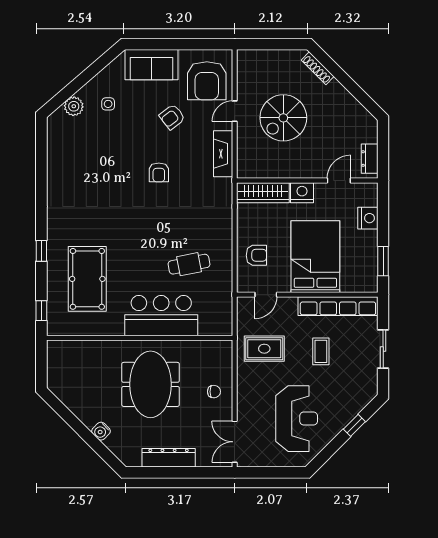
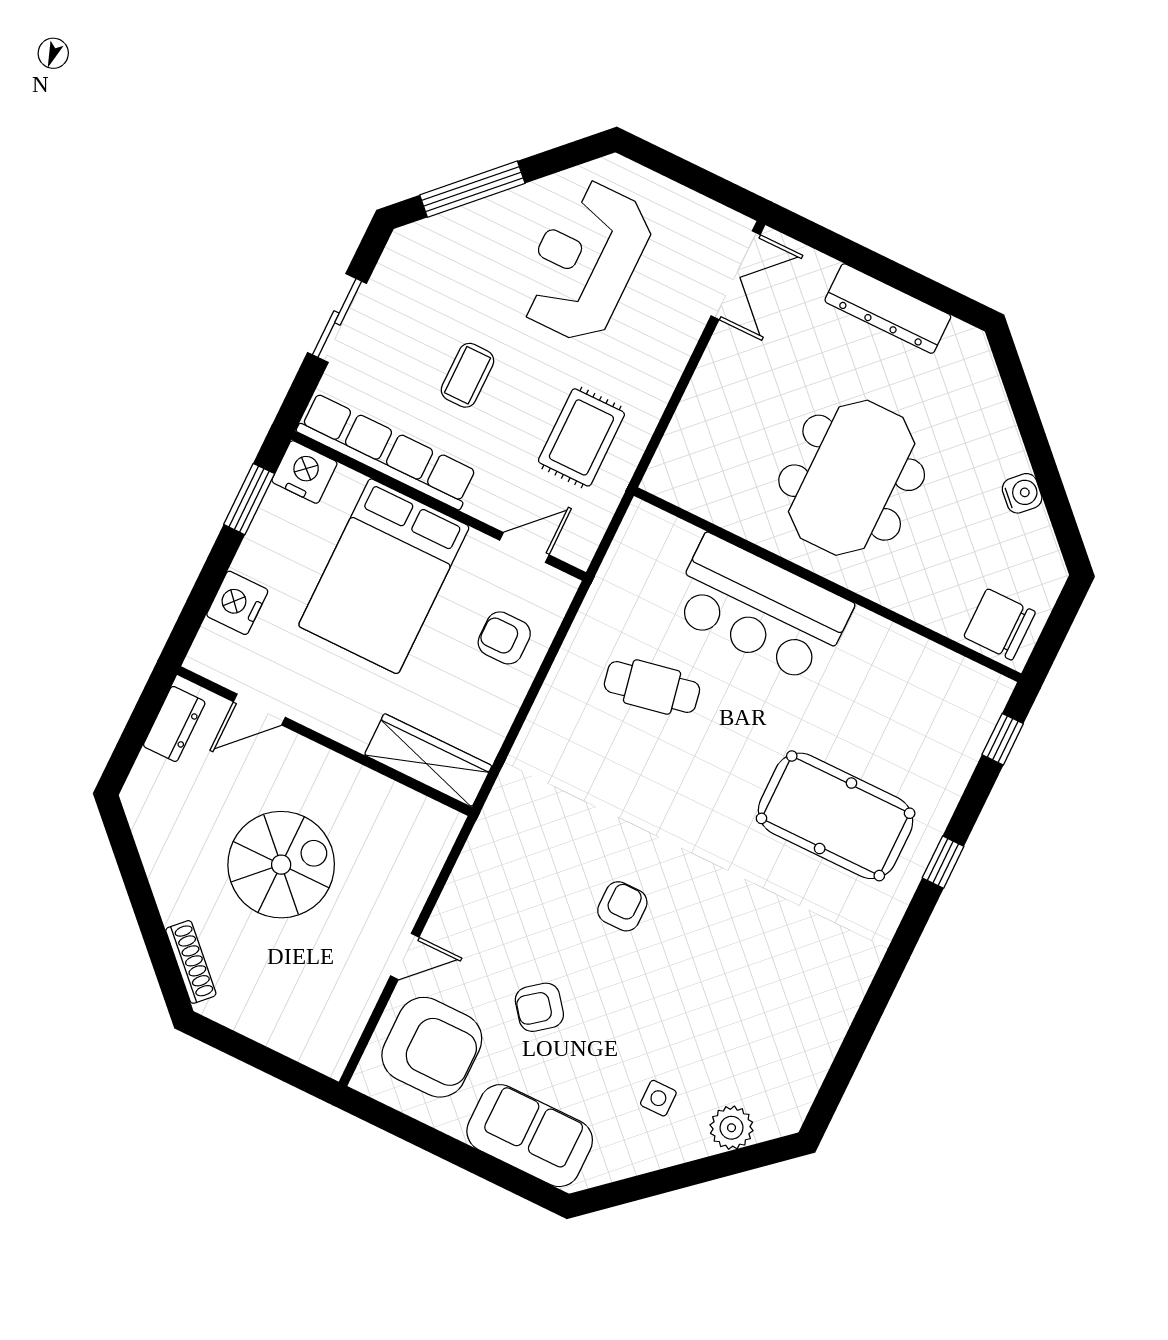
armchair: (207, 81) -> (432, 1047), turned 90
armchair: (172, 117) -> (539, 1007), turned 180
spiral stairs: (283, 118) -> (281, 865), moved
fireplace: (223, 154) -> (471, 881), removed
nightstand: (302, 193) -> (304, 472), moved, turned 180
pool table: (87, 279) -> (836, 816), moved, turned 90
rug: (264, 349) -> (581, 437), turned 90
chair: (214, 392) -> (1000, 624), moved, width x1.87, depth x1.87
window: (354, 425) -> (472, 189), width x2.17
water cooler: (101, 431) -> (1022, 493), moved

